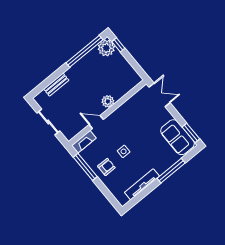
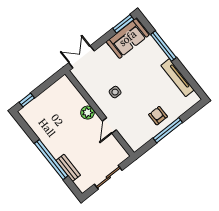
plant: (106, 48) -> (30, 113), removed
window: (85, 51) -> (51, 160), moved
fireplace: (84, 142) -> (130, 139), removed
side table: (124, 151) -> (115, 92), moved
window: (85, 167) -> (168, 130), moved

